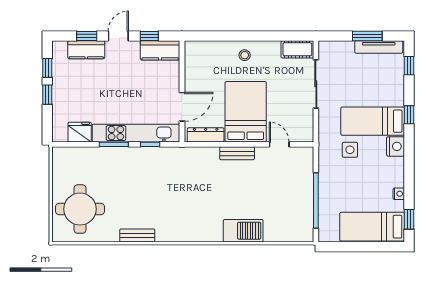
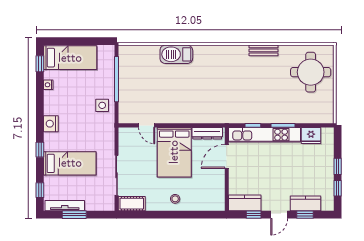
bed: (373, 121) -> (70, 163), moved
side table: (350, 150) -> (102, 105), moved
bench: (237, 153) -> (181, 118), removed

